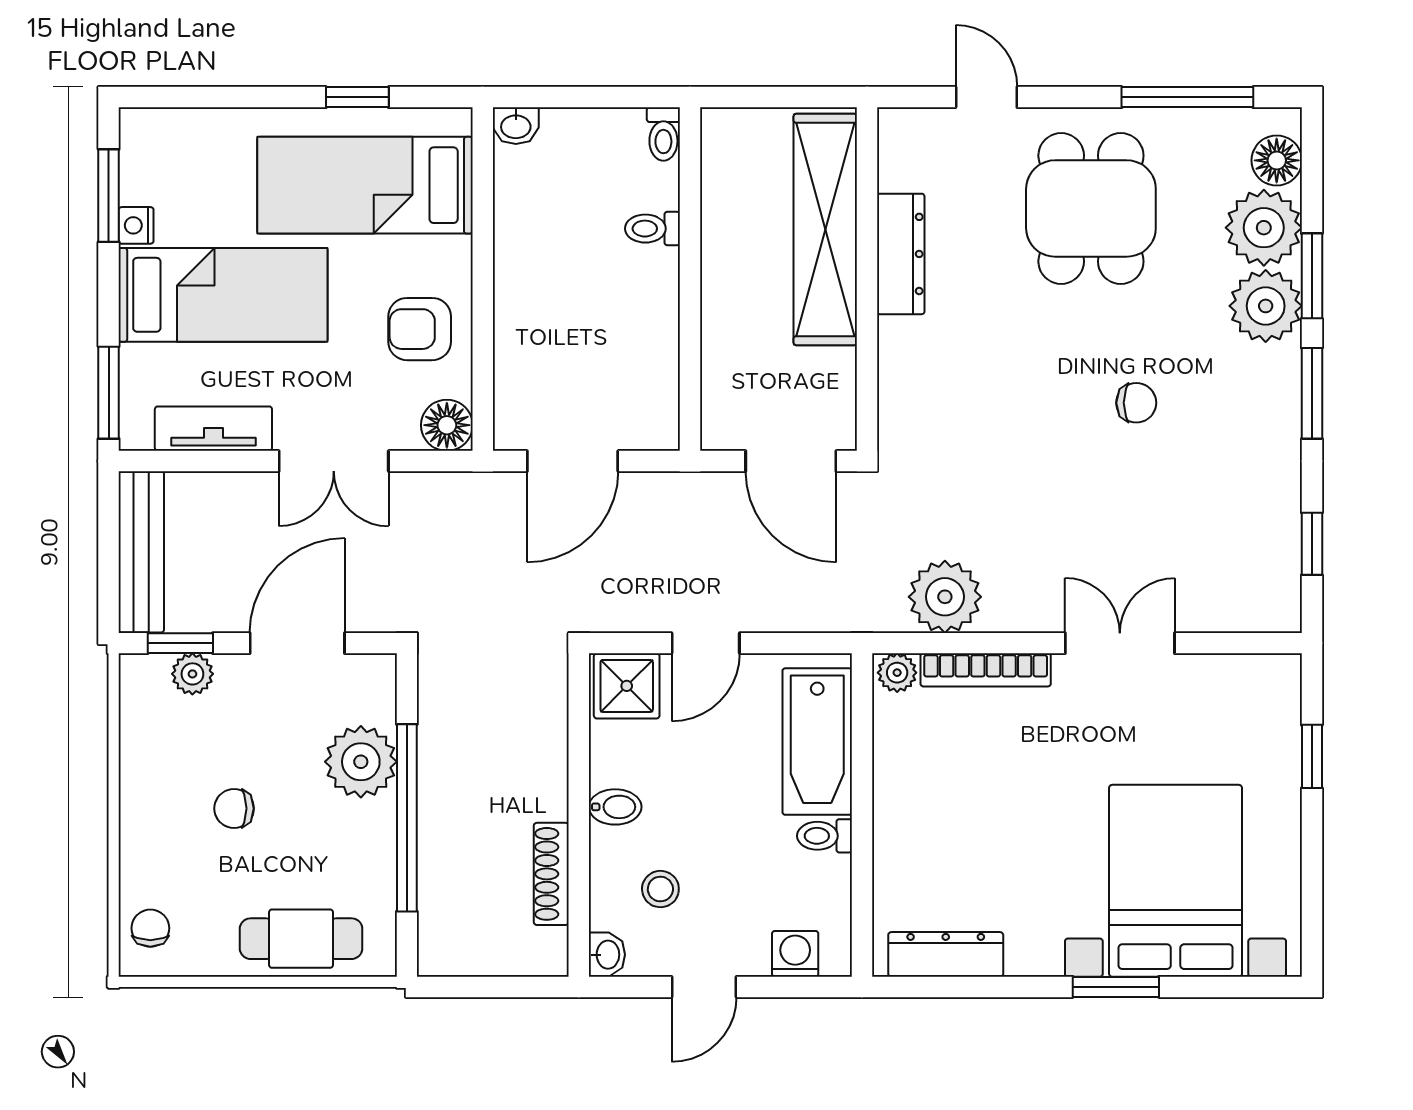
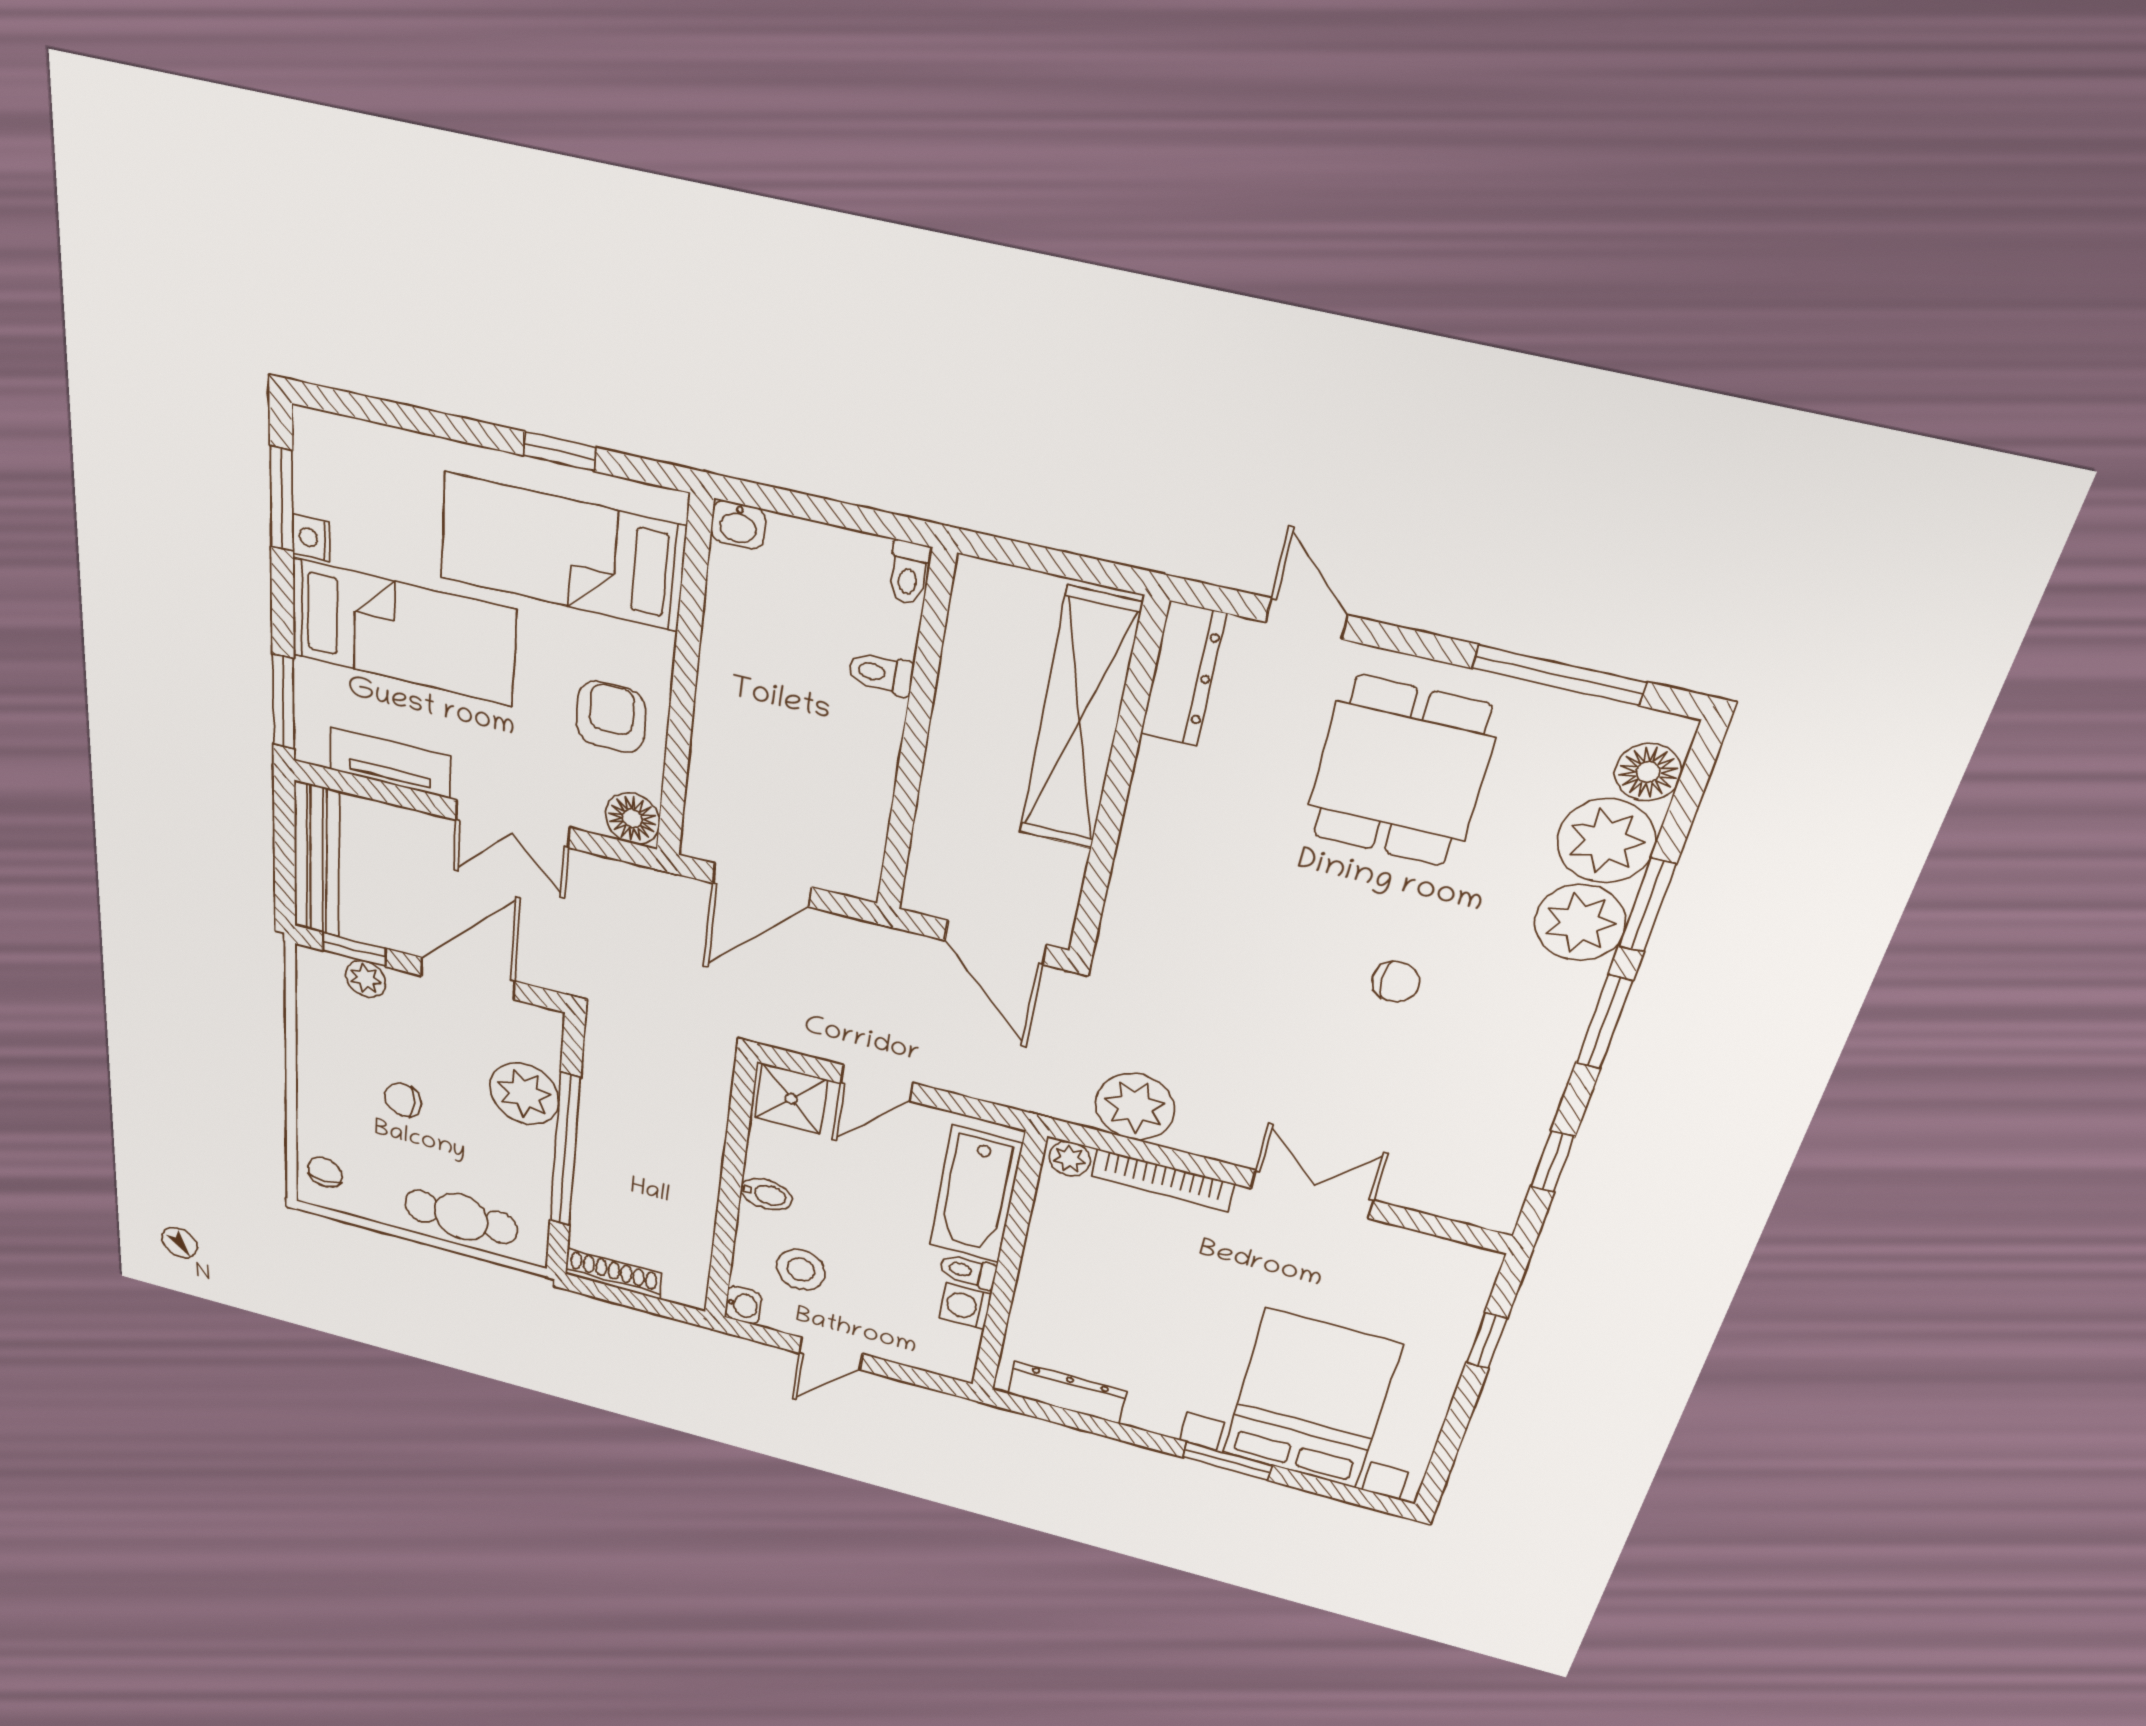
dresser: (901, 254) -> (1183, 674), moved
armchair: (420, 329) -> (611, 717), turned 90
shoe rack: (551, 874) -> (613, 1274), moved, turned 90
stool: (660, 889) -> (801, 1270), width x1.37, depth x1.37
washing machine: (795, 954) -> (965, 1306), moved, turned -90

